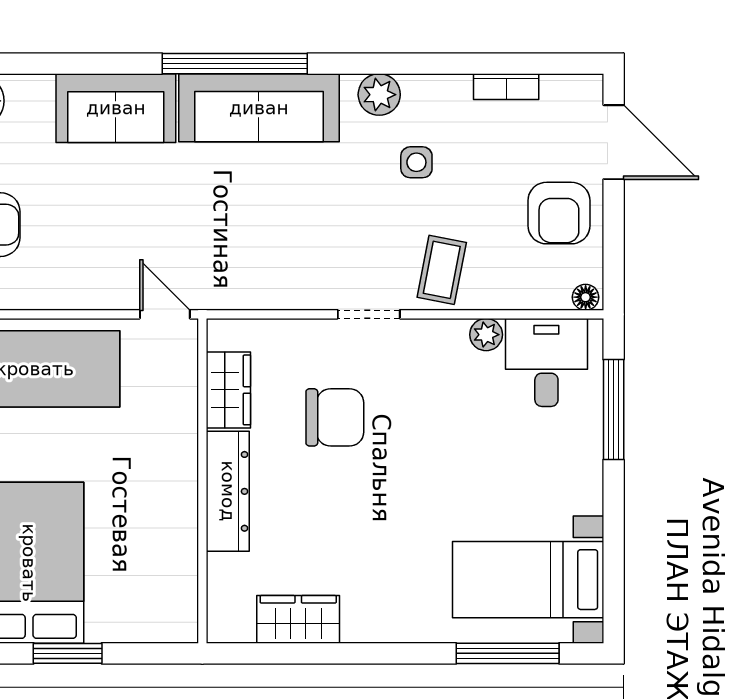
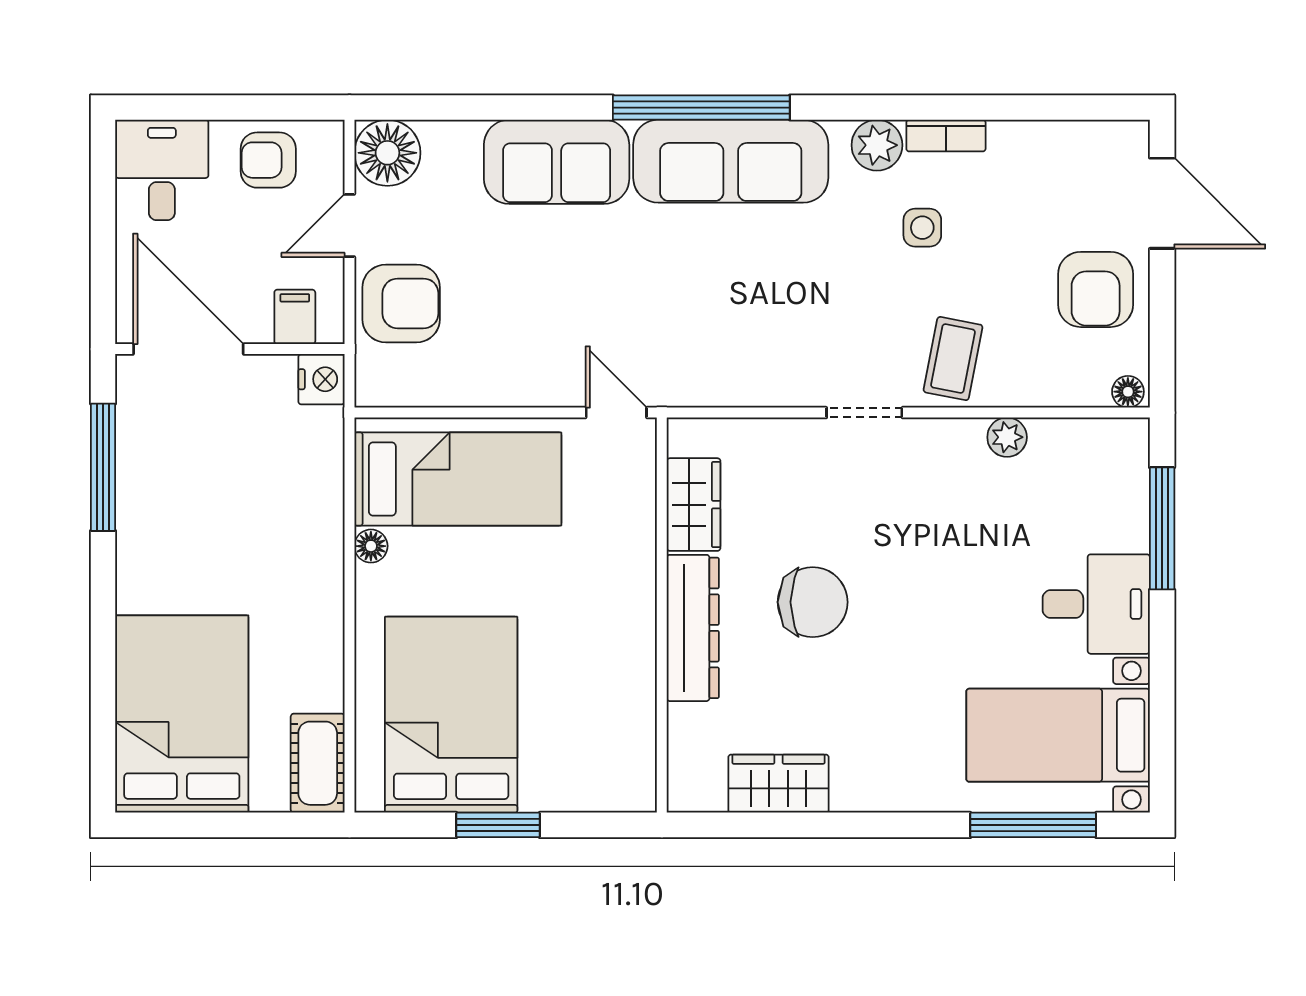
bookcase: (506, 87) -> (946, 136), moved
desk: (546, 362) -> (1096, 604), moved, turned 90
chair: (335, 417) -> (813, 602), moved

